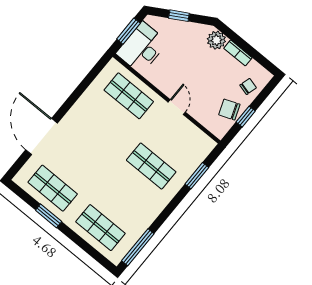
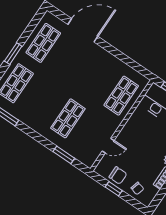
door: (177, 107) -> (108, 146), moved
chair: (229, 110) -> (118, 175), turned 111
window: (49, 216) -> (13, 54), moved

